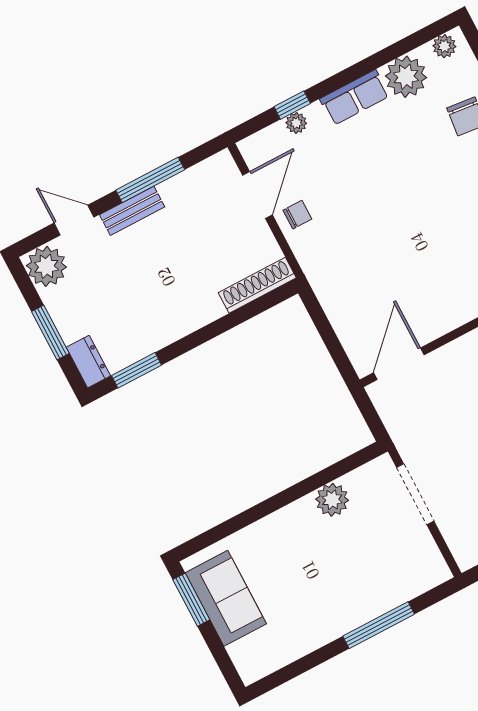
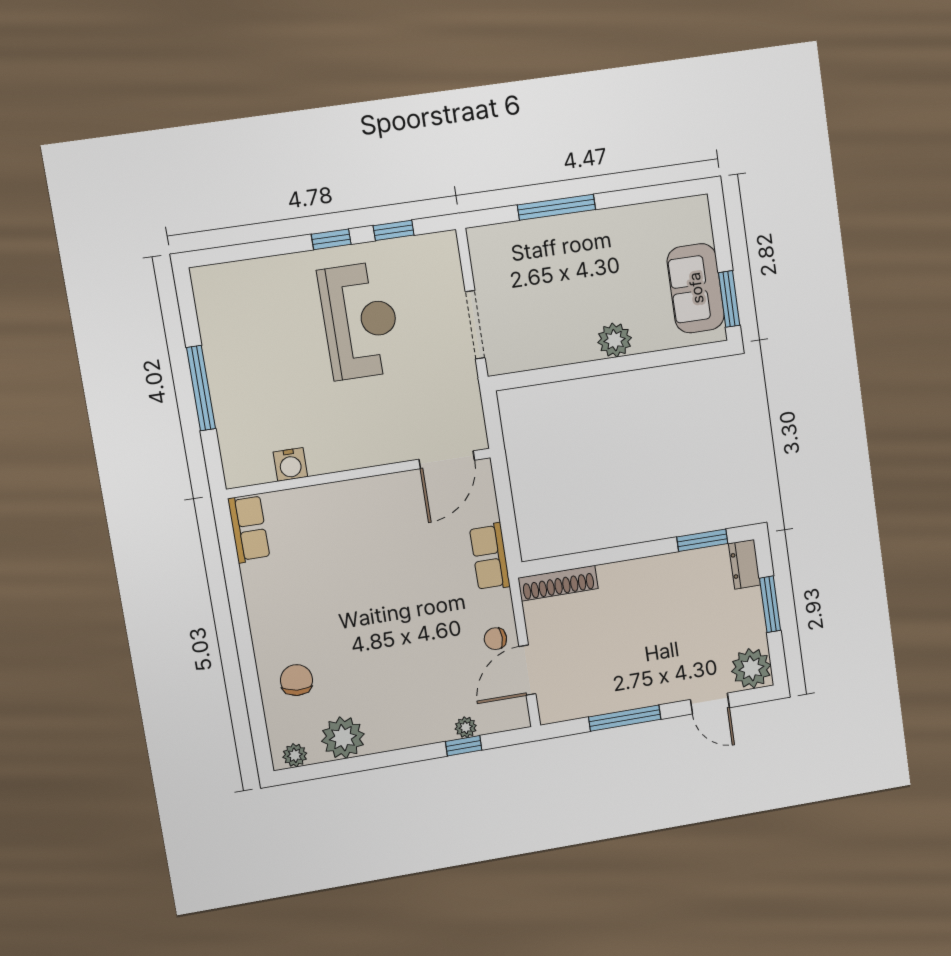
row of seats: (355, 97) -> (490, 557), moved, turned -90
bench: (132, 211) -> (652, 694), removed
plant: (332, 500) -> (615, 340), moved

